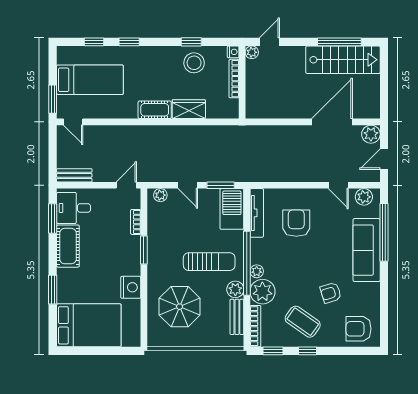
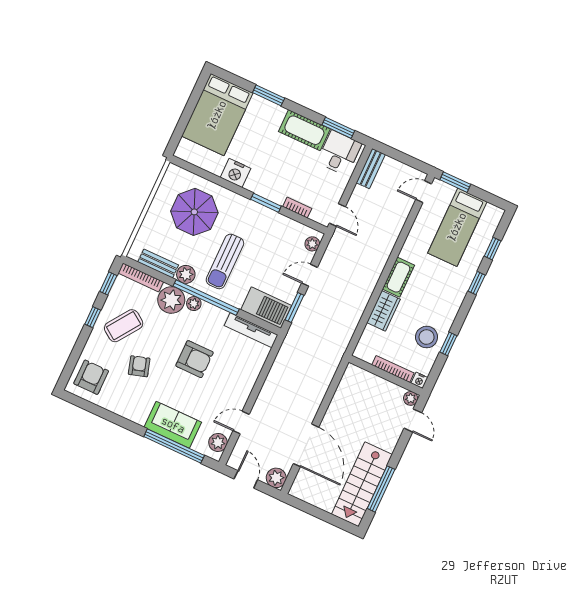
armchair: (296, 223) -> (195, 359), moved
sofa: (367, 250) -> (173, 425), width x0.73

